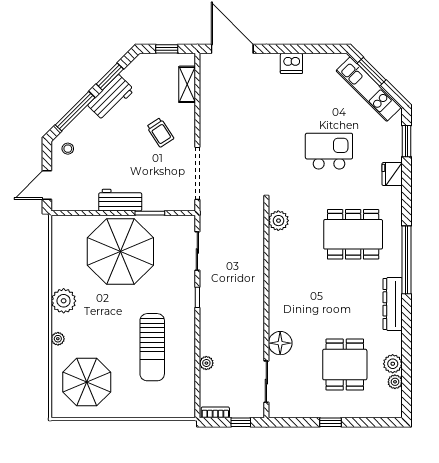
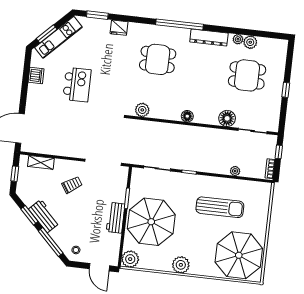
dishwasher: (291, 63) -> (36, 76), moved
kitchen island: (329, 151) -> (77, 85), moved, turned 180
dining table: (353, 234) -> (158, 59), width x0.73
floor lamp: (277, 286) -> (187, 116), added
plant: (58, 339) -> (130, 259), moved, width x1.88, depth x1.88
parasol: (87, 382) -> (239, 255), width x1.36, depth x1.36
plant: (395, 382) -> (238, 39), moved

